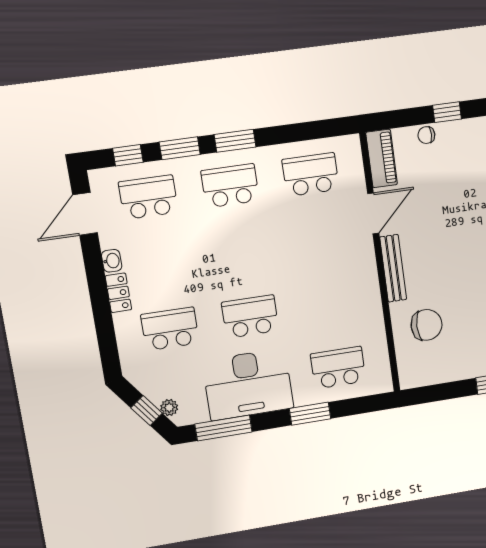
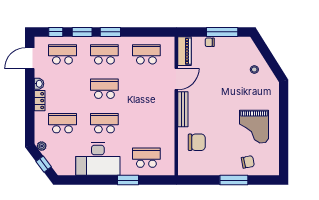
window: (447, 112) -> (222, 32), width x2.17
school desk: (240, 252) -> (104, 89), added
plant: (169, 408) -> (42, 146), moved
window: (223, 428) -> (82, 180), removed

